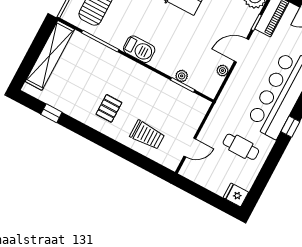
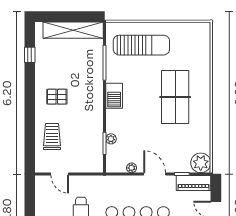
trolley: (147, 135) -> (52, 137), turned 180

